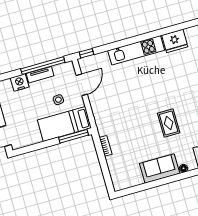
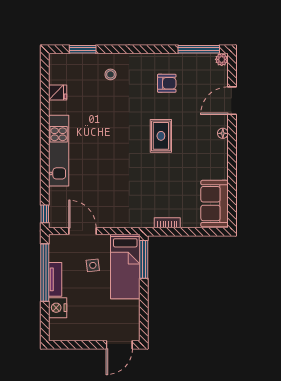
fridge: (175, 41) -> (58, 92), width x0.53, depth x0.75
rug: (169, 123) -> (161, 136), turned 90
sofa: (160, 168) -> (215, 204), moved

